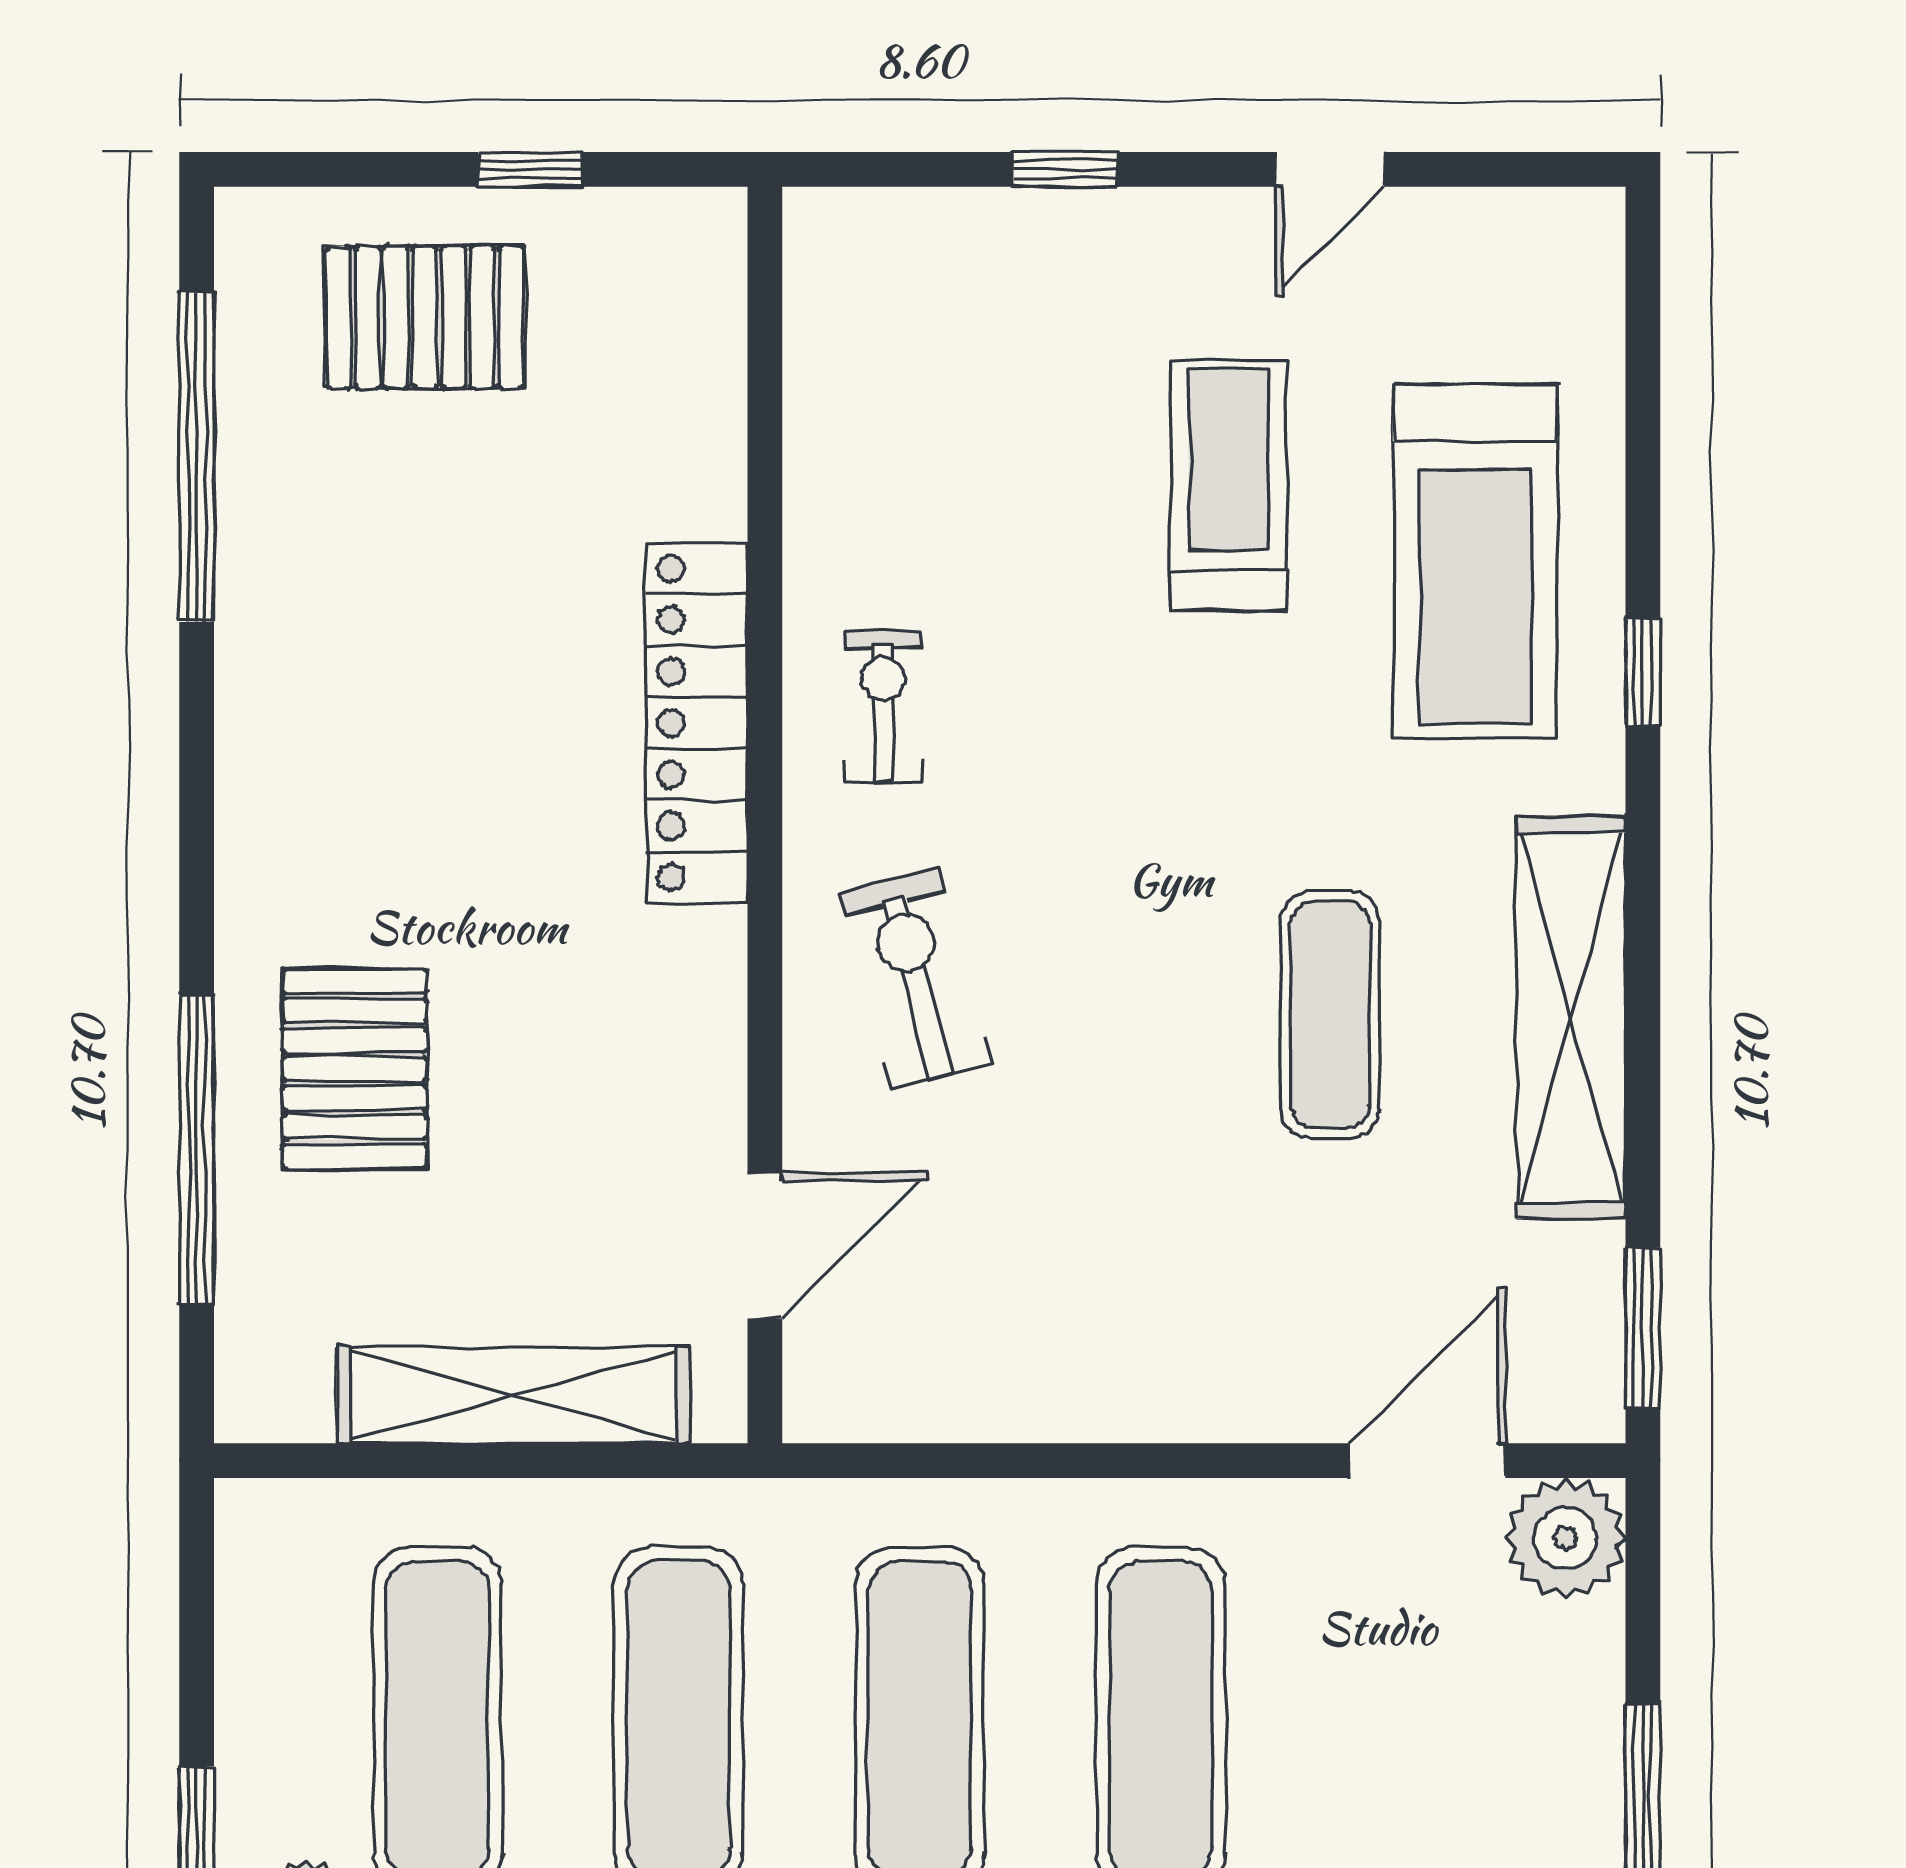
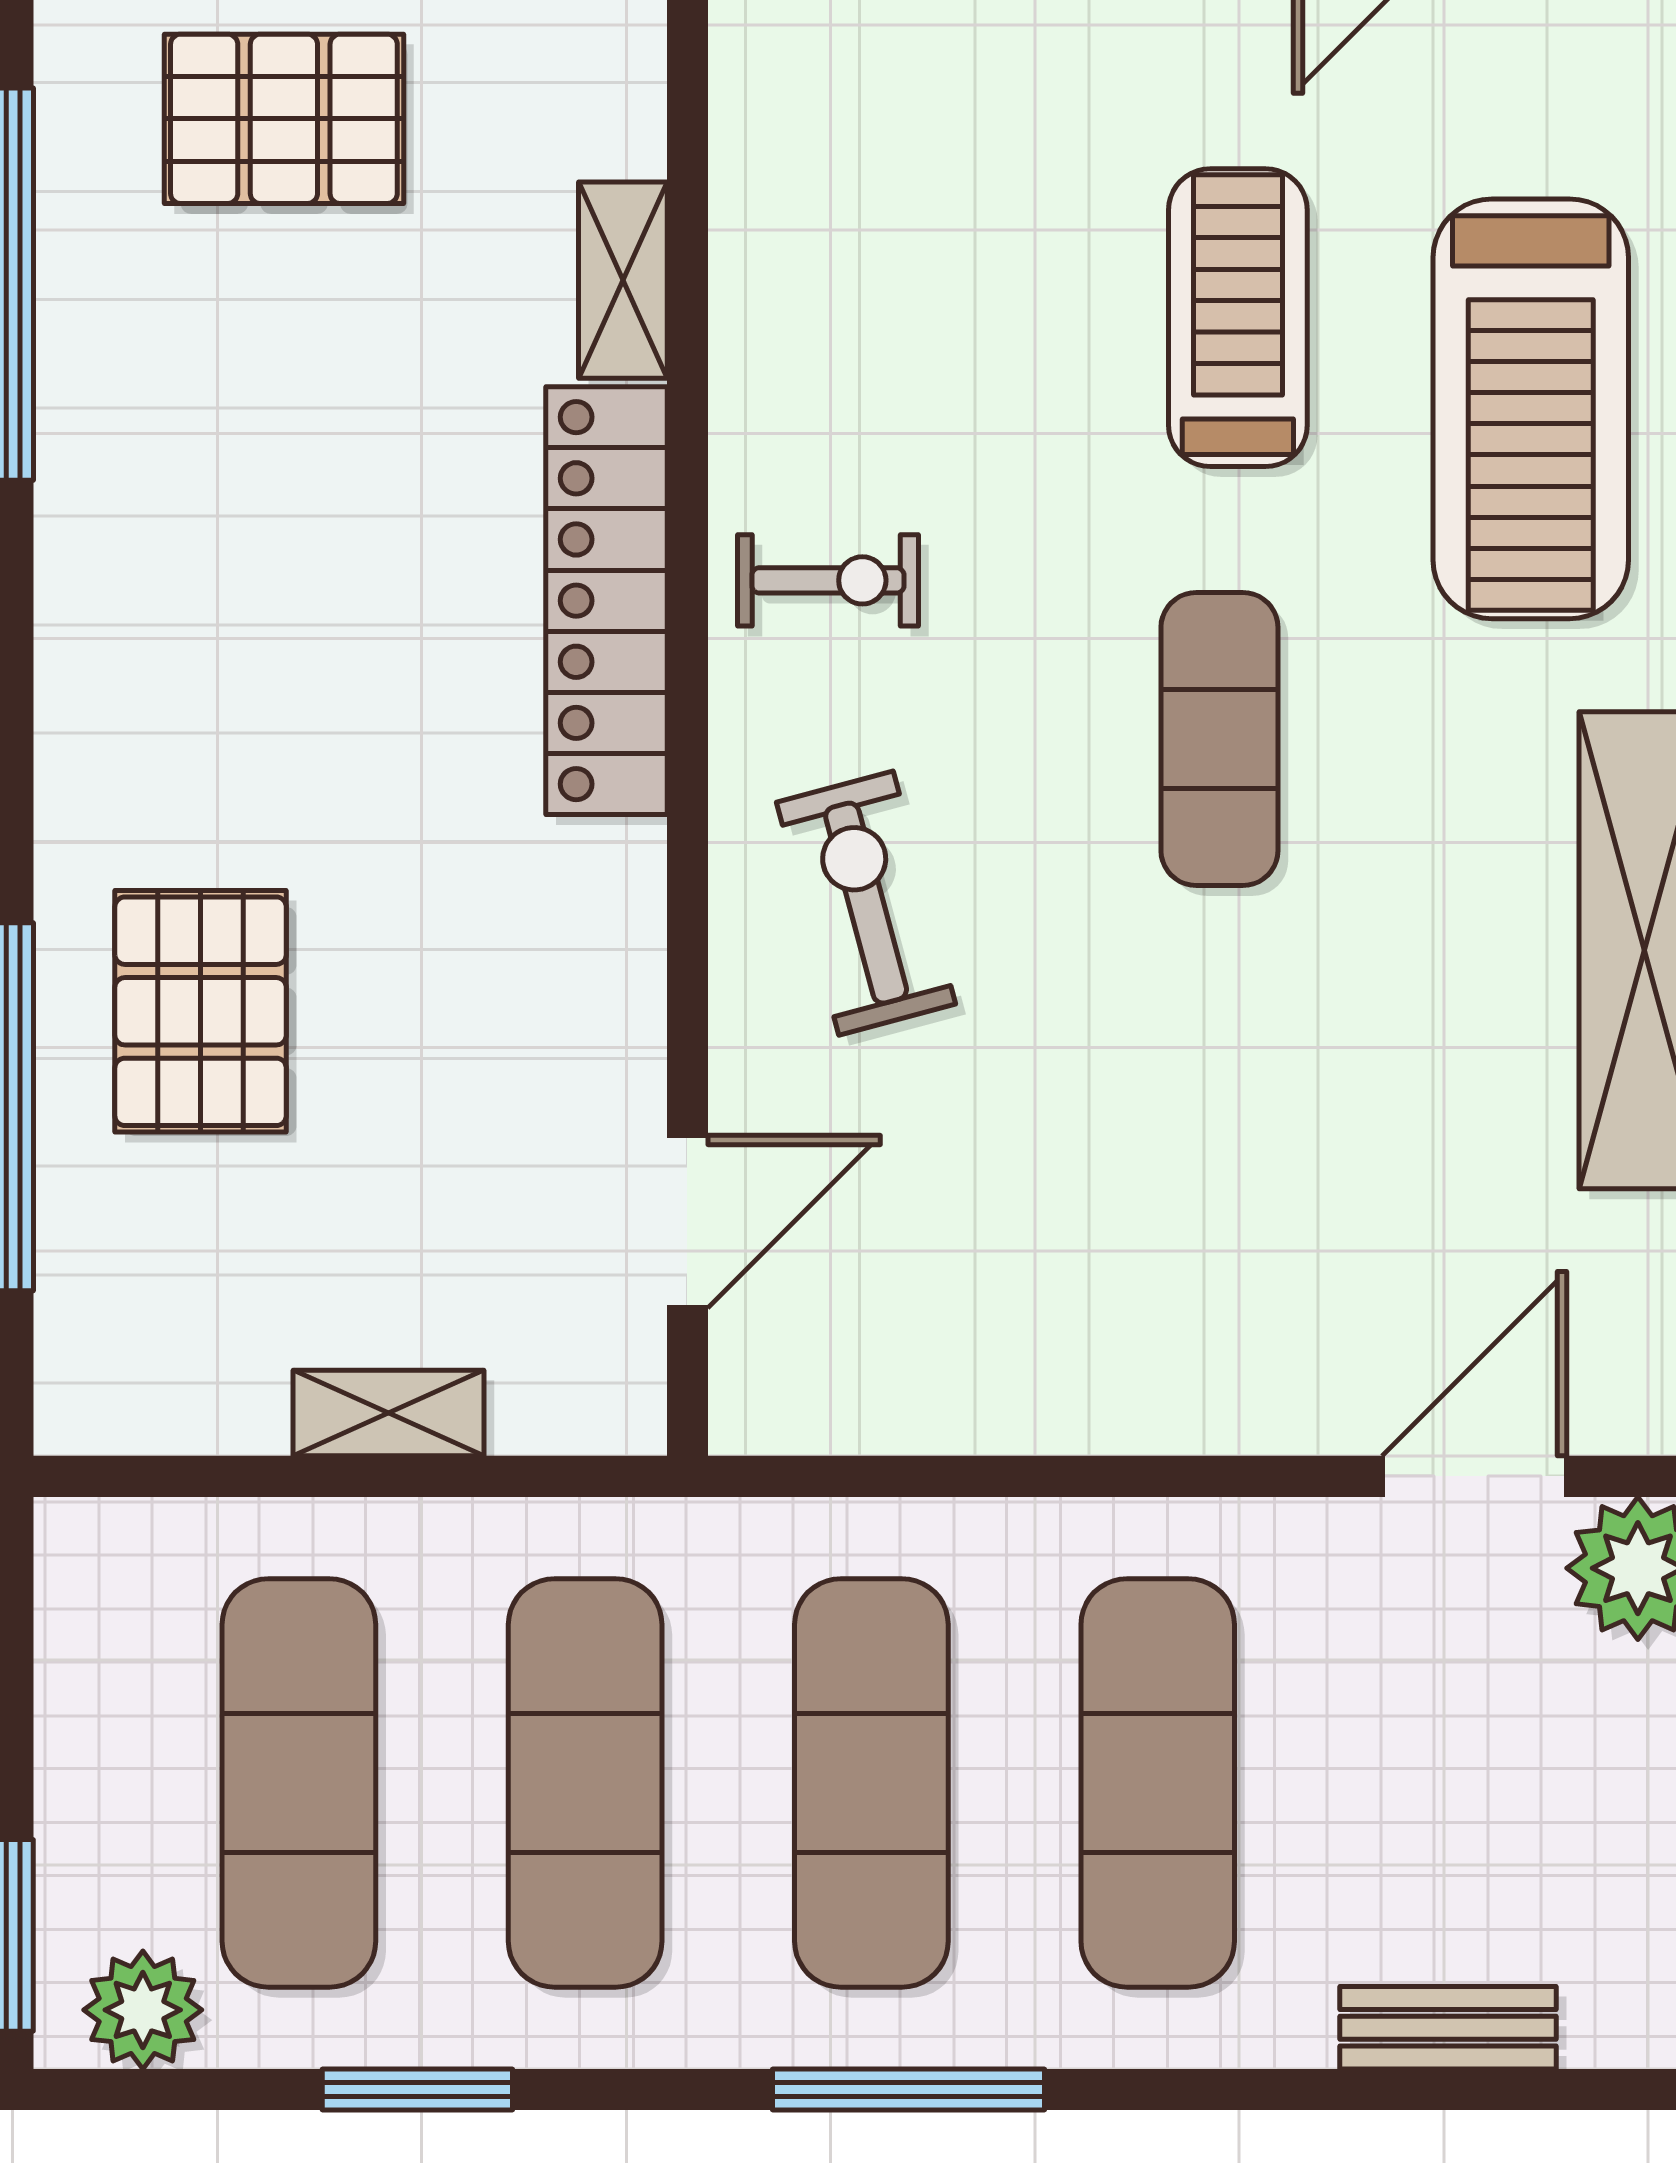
shelving: (710, 453) -> (623, 280), added
exercise bike: (883, 706) -> (828, 580), turned 90
exercise mat: (1330, 1015) -> (1219, 739), moved
shelving: (513, 1395) -> (389, 1413), width x0.45, depth x0.75

